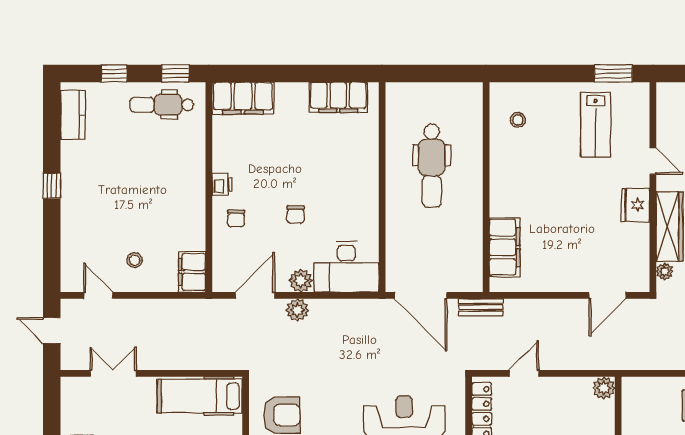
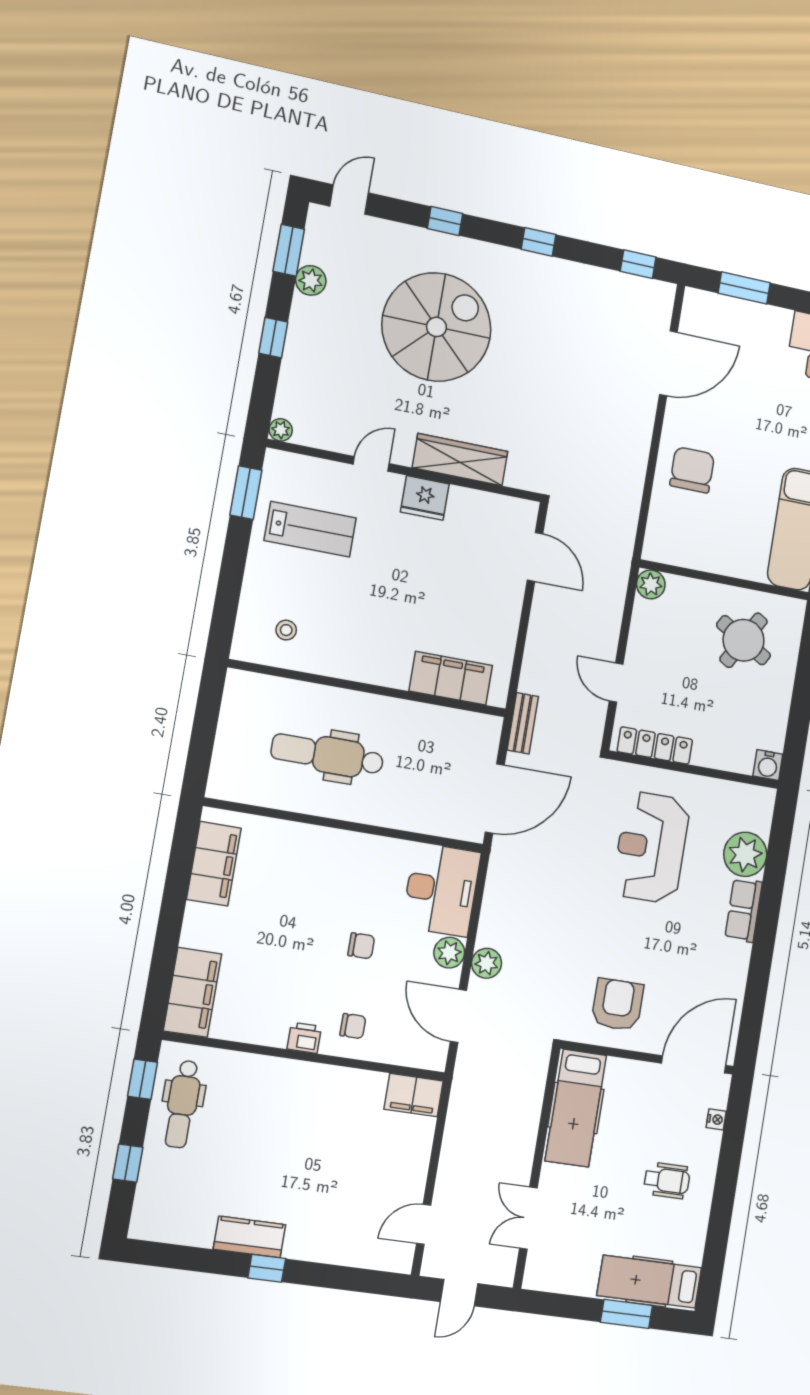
kitchen counter: (73, 115) -> (250, 1237), moved
dental chair: (432, 166) -> (327, 755), turned 180
stool: (134, 260) -> (385, 1170), removed
plant: (665, 271) -> (281, 430), moved

